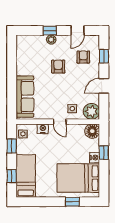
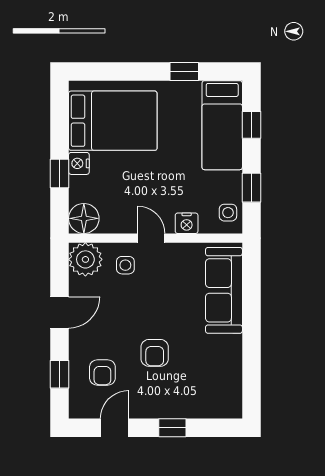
plant: (51, 40) -> (169, 409), removed
window: (72, 202) -> (184, 71), moved

